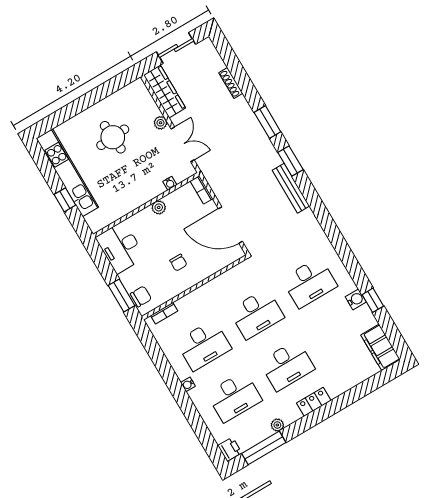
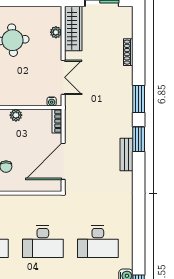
plant: (160, 123) -> (56, 32), moved
water cooler: (170, 183) -> (52, 101), moved
bench: (291, 188) -> (126, 155), width x0.73
door: (230, 225) -> (63, 161), hinge flipped

